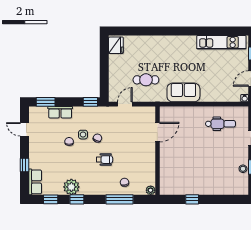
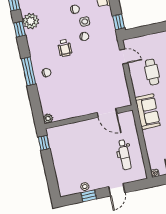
door: (157, 132) -> (107, 113), moved
wall: (157, 151) -> (89, 117), moved
plant: (151, 190) -> (48, 118), moved

